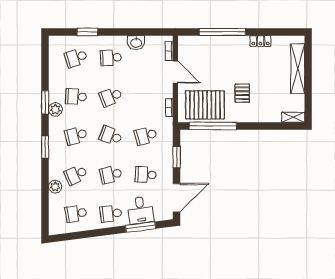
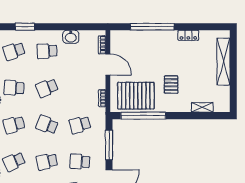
shelving: (293, 117) -> (202, 107), moved
window: (177, 157) -> (109, 145), width x1.44

